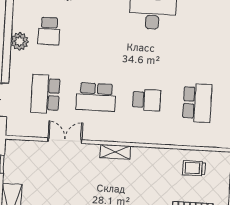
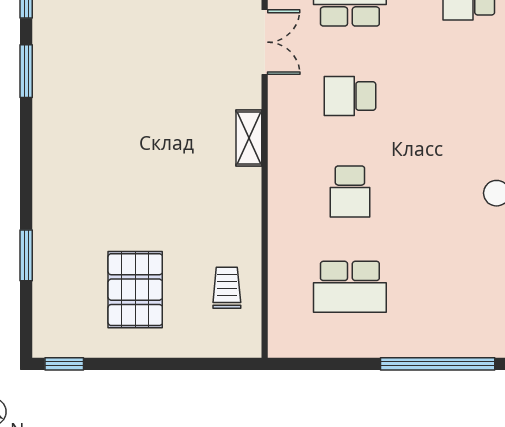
school desk: (96, 97) -> (350, 96), width x0.54

